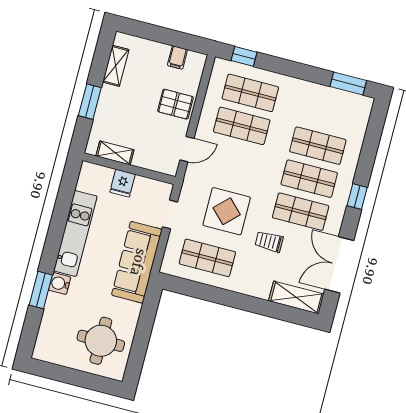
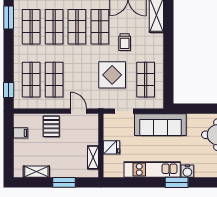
shop shelf: (326, 113) -> (31, 27), added
window: (41, 290) -> (177, 182), moved

